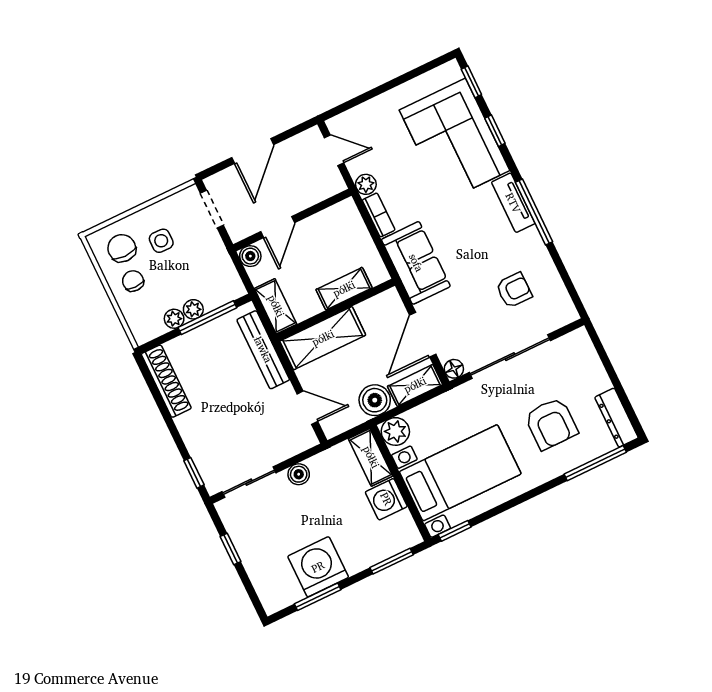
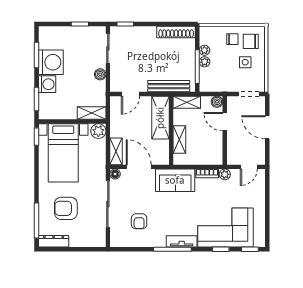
chair: (122, 248) -> (251, 41), turned 180
boiler: (375, 400) -> (118, 128), removed
washing machine: (386, 499) -> (47, 84), moved, turned 90

